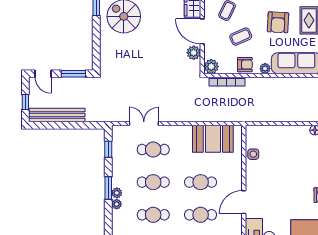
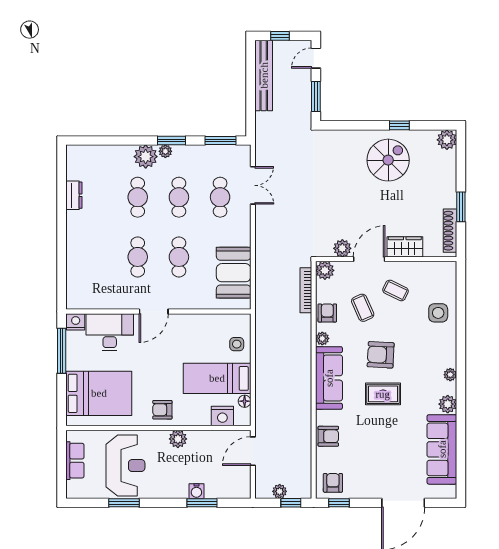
armchair: (245, 65) -> (327, 313), turned 180
window: (108, 149) -> (220, 140), width x1.50
bed: (297, 152) -> (217, 378), added
side table: (253, 154) -> (237, 344), moved
door: (244, 202) -> (154, 312), swing flipped
plant: (117, 204) -> (146, 157), width x1.88, depth x1.88

